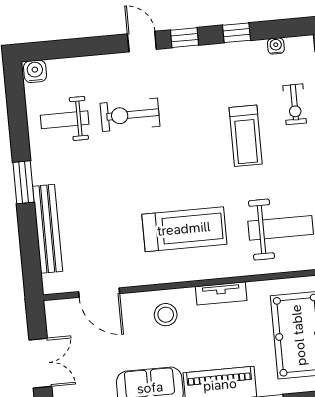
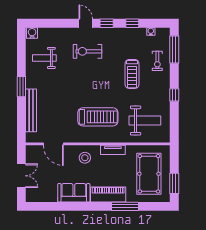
exercise bike: (130, 115) -> (87, 51), moved

